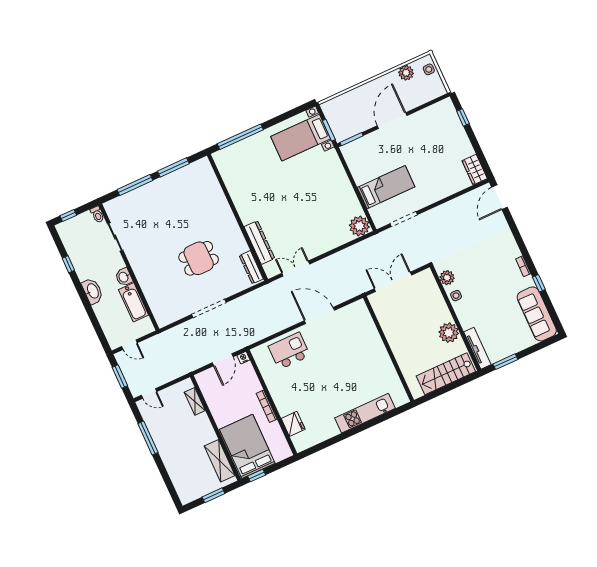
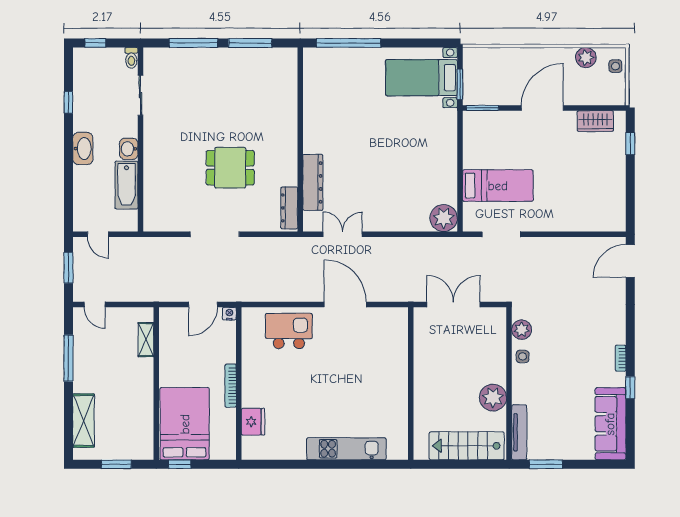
wardrobe: (475, 170) -> (595, 121), moved, turned -90
shelving: (220, 461) -> (84, 421), moved

